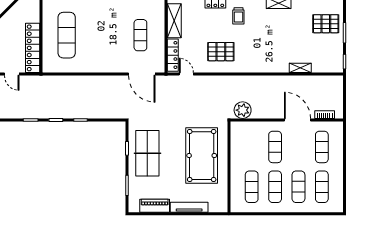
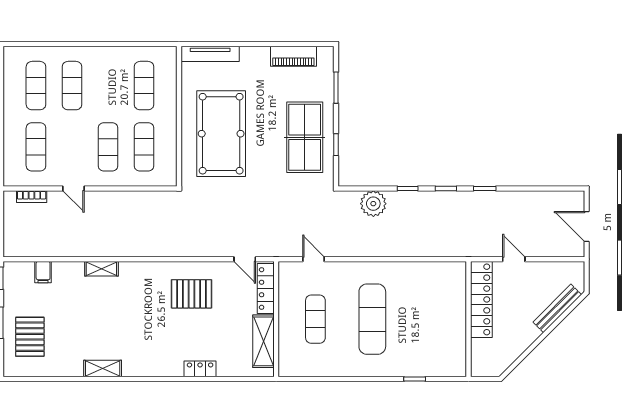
trolley: (238, 16) -> (164, 349), removed
pallet: (326, 24) -> (30, 337), turned 90
exercise mat: (67, 35) -> (372, 319), moved
filing cabinet: (317, 66) -> (43, 272), added
shelving: (300, 68) -> (101, 269), moved
door: (142, 74) -> (313, 259), width x0.53
plant: (243, 110) -> (373, 204), moved
door: (297, 120) -> (74, 189), width x0.53
exercise mat: (275, 187) -> (144, 147), moved
tv unit: (189, 207) -> (210, 54), moved

